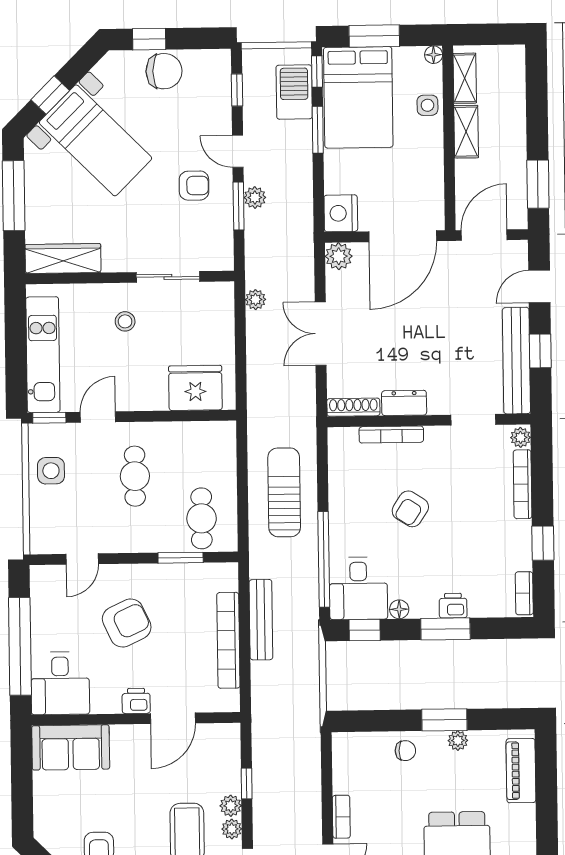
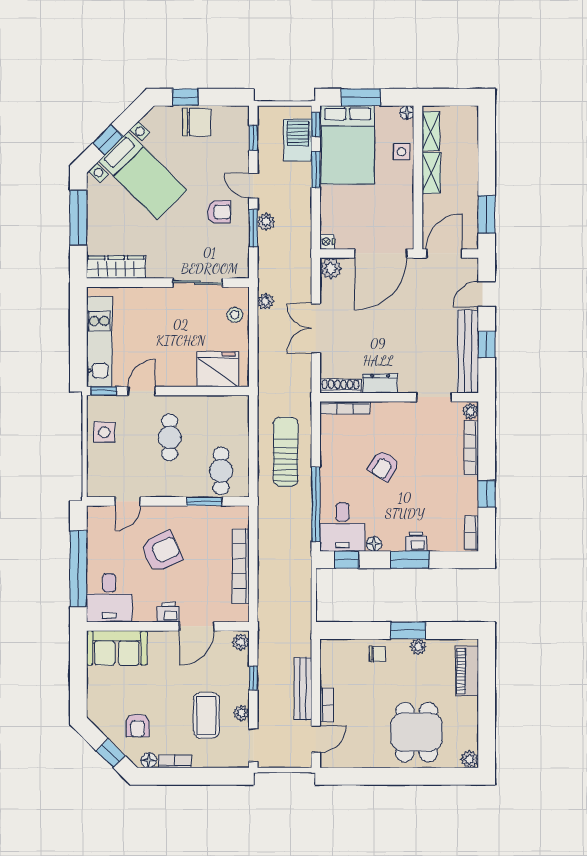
nightstand: (341, 213) -> (327, 242), width x0.53, depth x0.56
stool: (125, 321) -> (235, 315), moved
bookcase: (391, 435) -> (345, 408), moved
bench: (261, 620) -> (303, 689), moved
plant: (231, 806) -> (241, 642), moved

